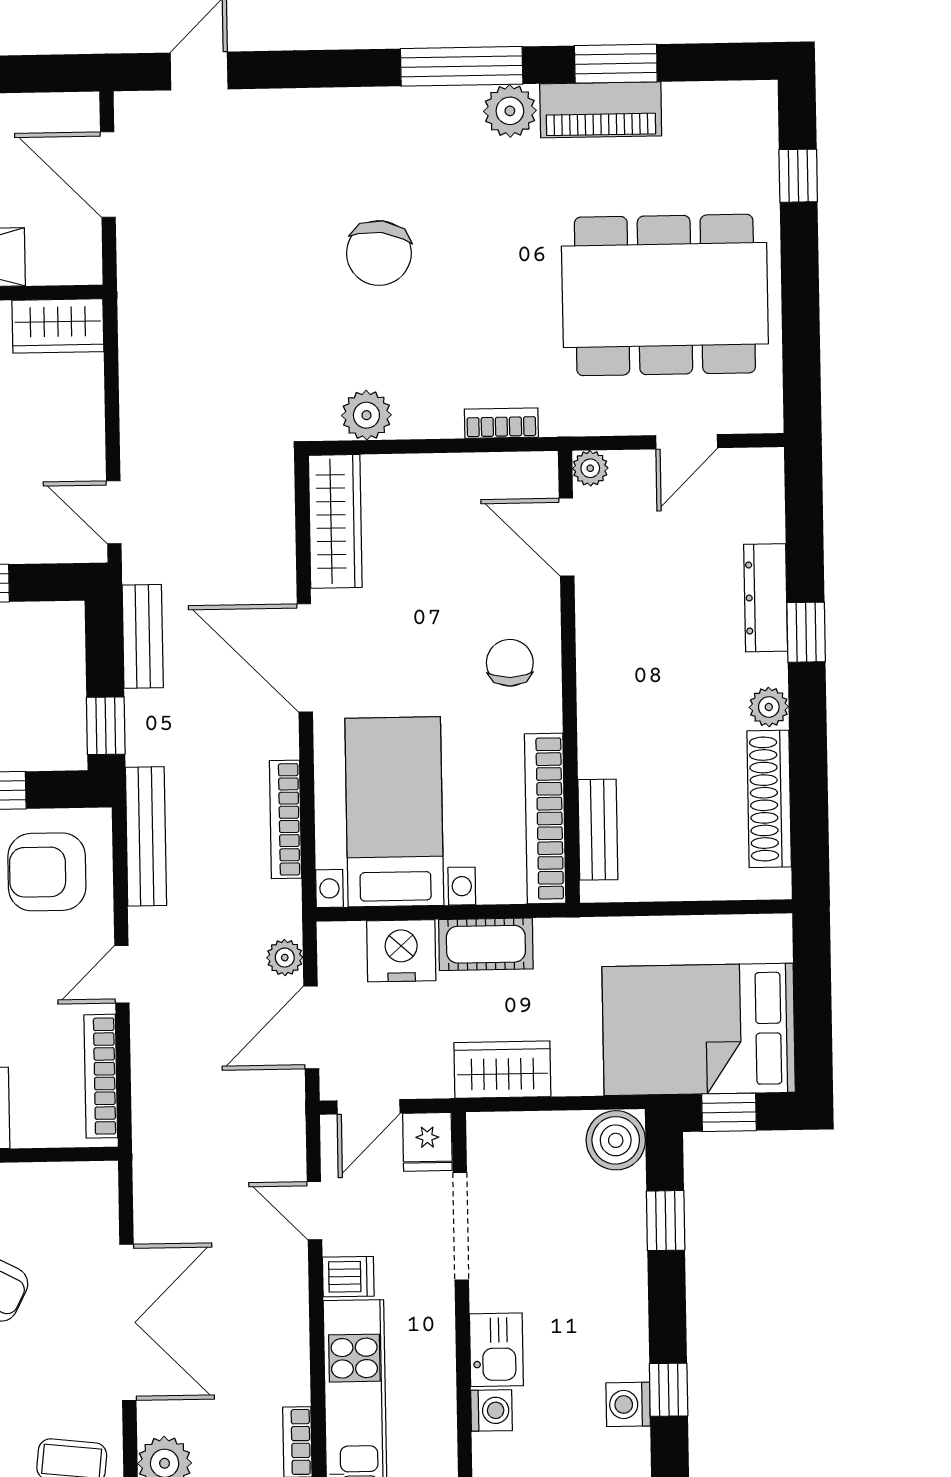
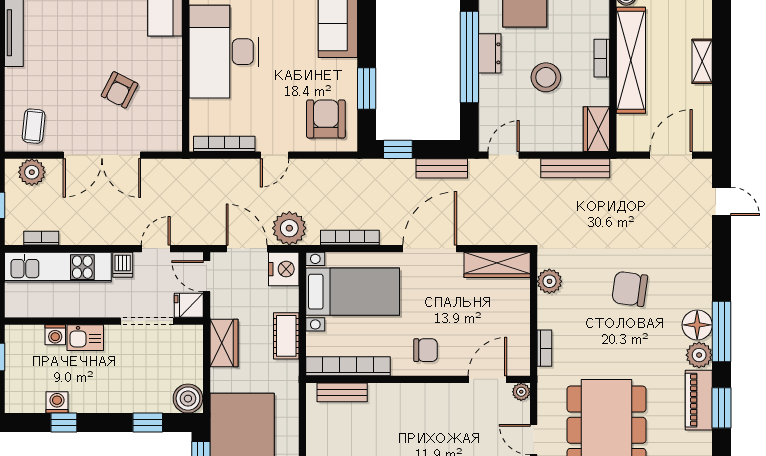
floor lamp: (449, 116) -> (697, 325), added
bench: (146, 836) -> (575, 168), moved
nightstand: (401, 951) -> (284, 269), moved
plant: (285, 958) -> (289, 228), width x1.88, depth x1.88
door: (122, 974) -> (275, 155), swing flipped

